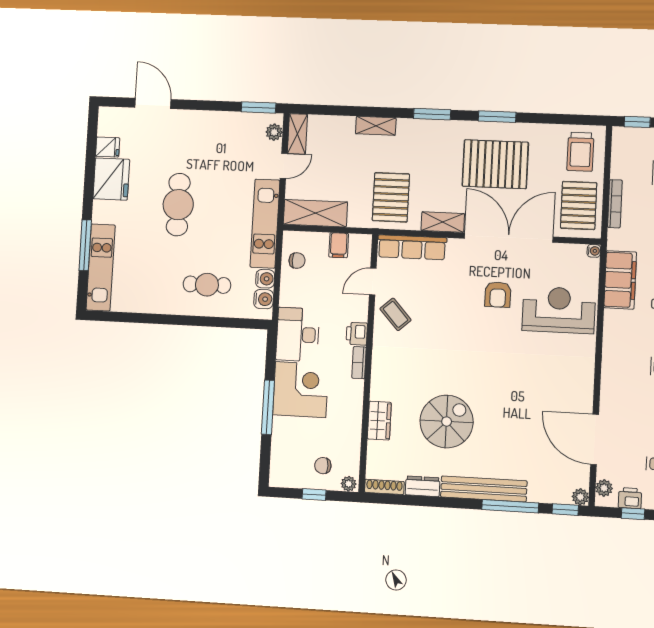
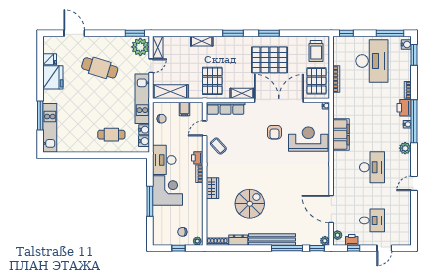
plant: (274, 132) -> (140, 47), width x1.88, depth x1.88
cafe table: (178, 205) -> (100, 68), moved, turned -73
filing cabinet: (620, 280) -> (341, 135), moved
wardrobe: (379, 421) -> (212, 188), moved

